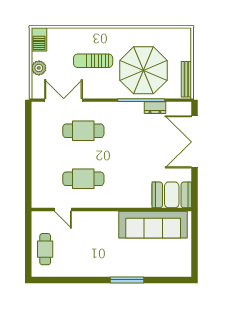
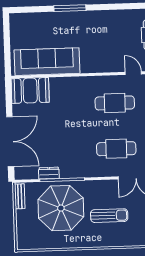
bench: (186, 79) -> (20, 196), width x0.73

